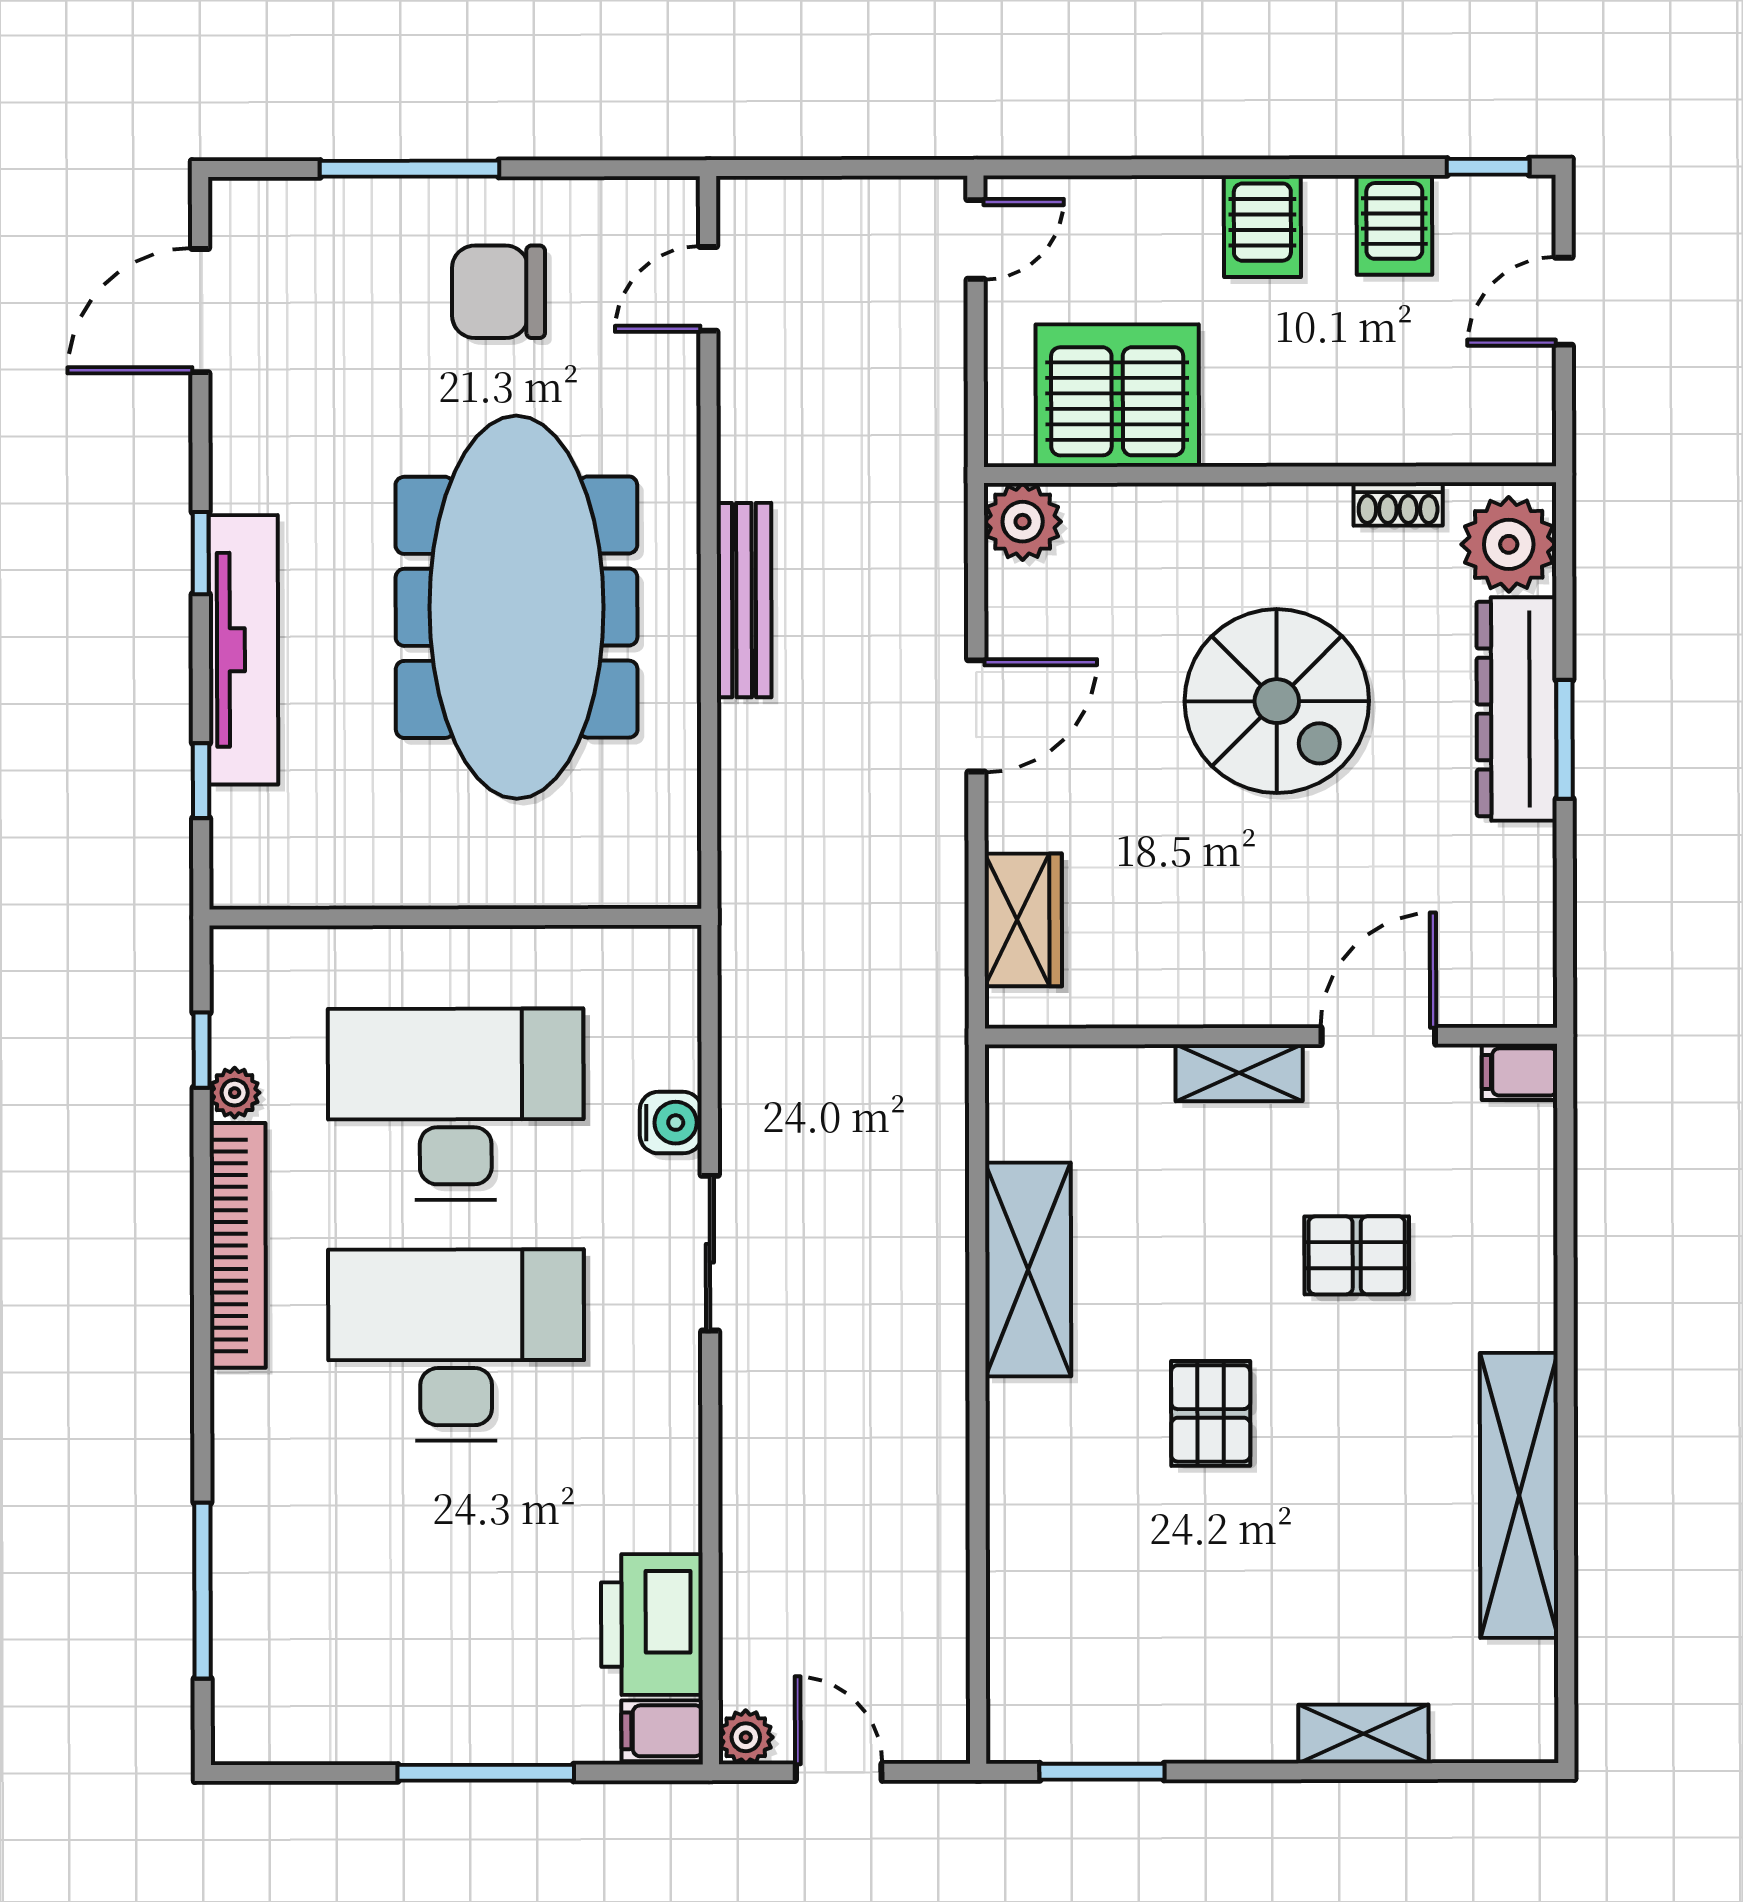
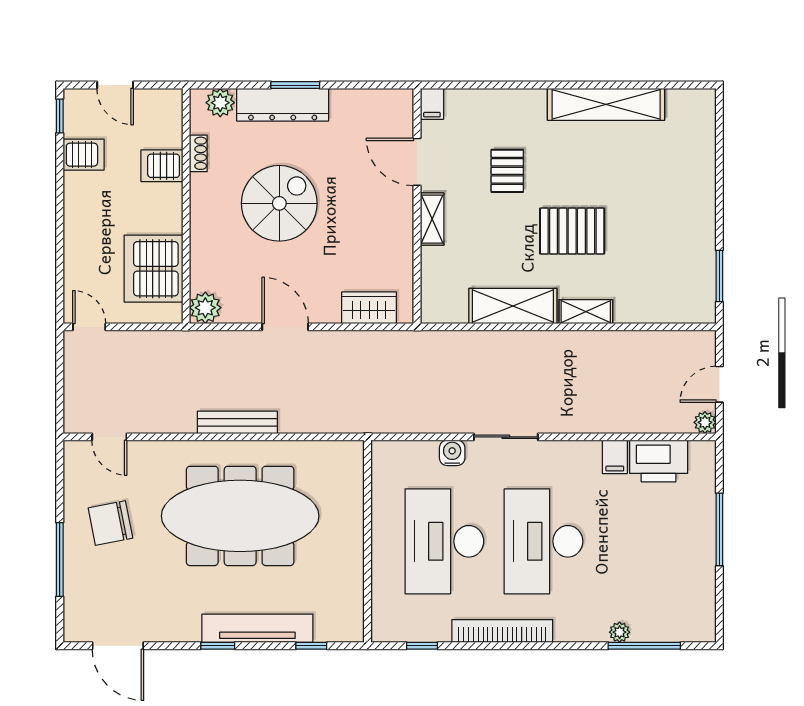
server rack: (1262, 226) -> (162, 166), moved, turned 180
chair: (499, 292) -> (110, 523), turned 79
plant: (1509, 544) -> (220, 103), width x0.73, depth x0.73
plant: (235, 1093) -> (620, 632), moved
pallet: (1211, 1413) -> (572, 231), width x1.50, depth x1.42
filing cabinet: (662, 1731) -> (615, 457), moved
shelving: (1363, 1734) -> (586, 312), moved, turned 90

